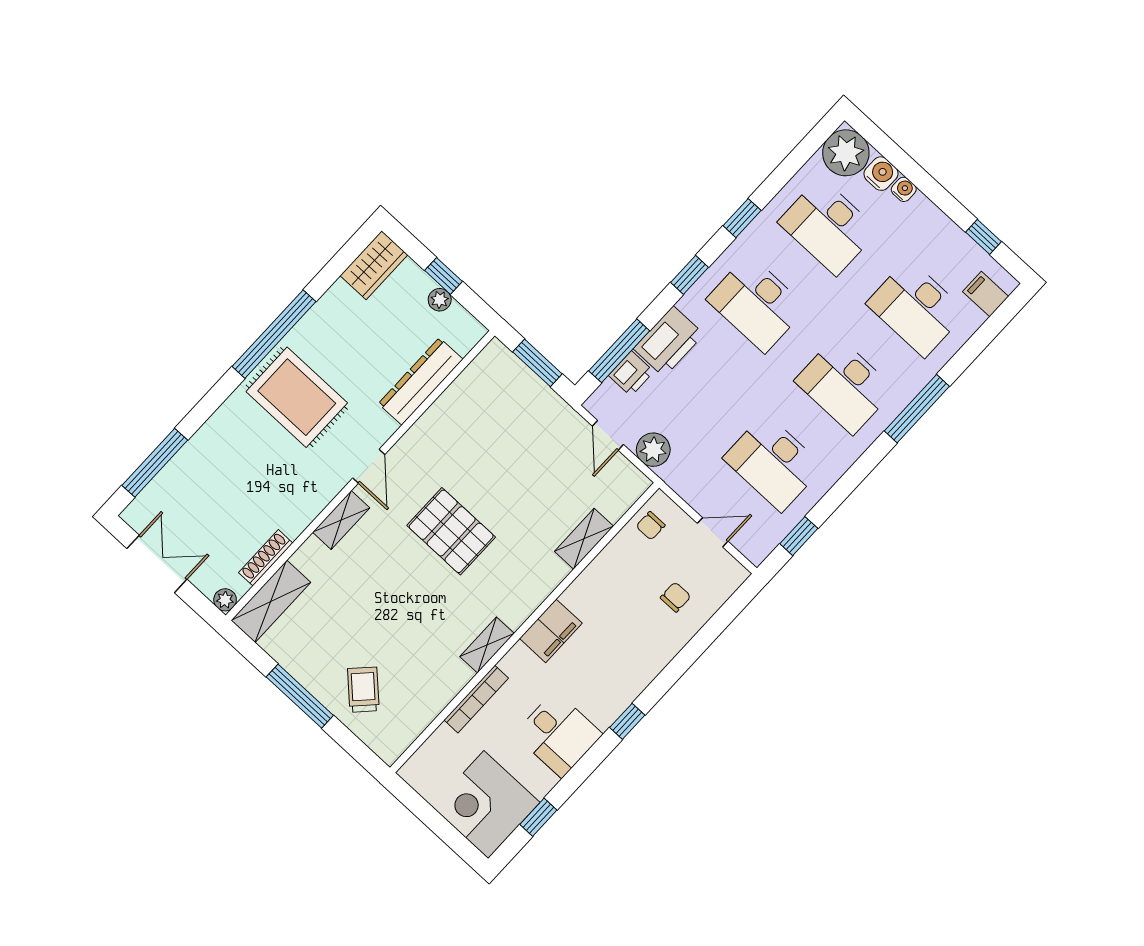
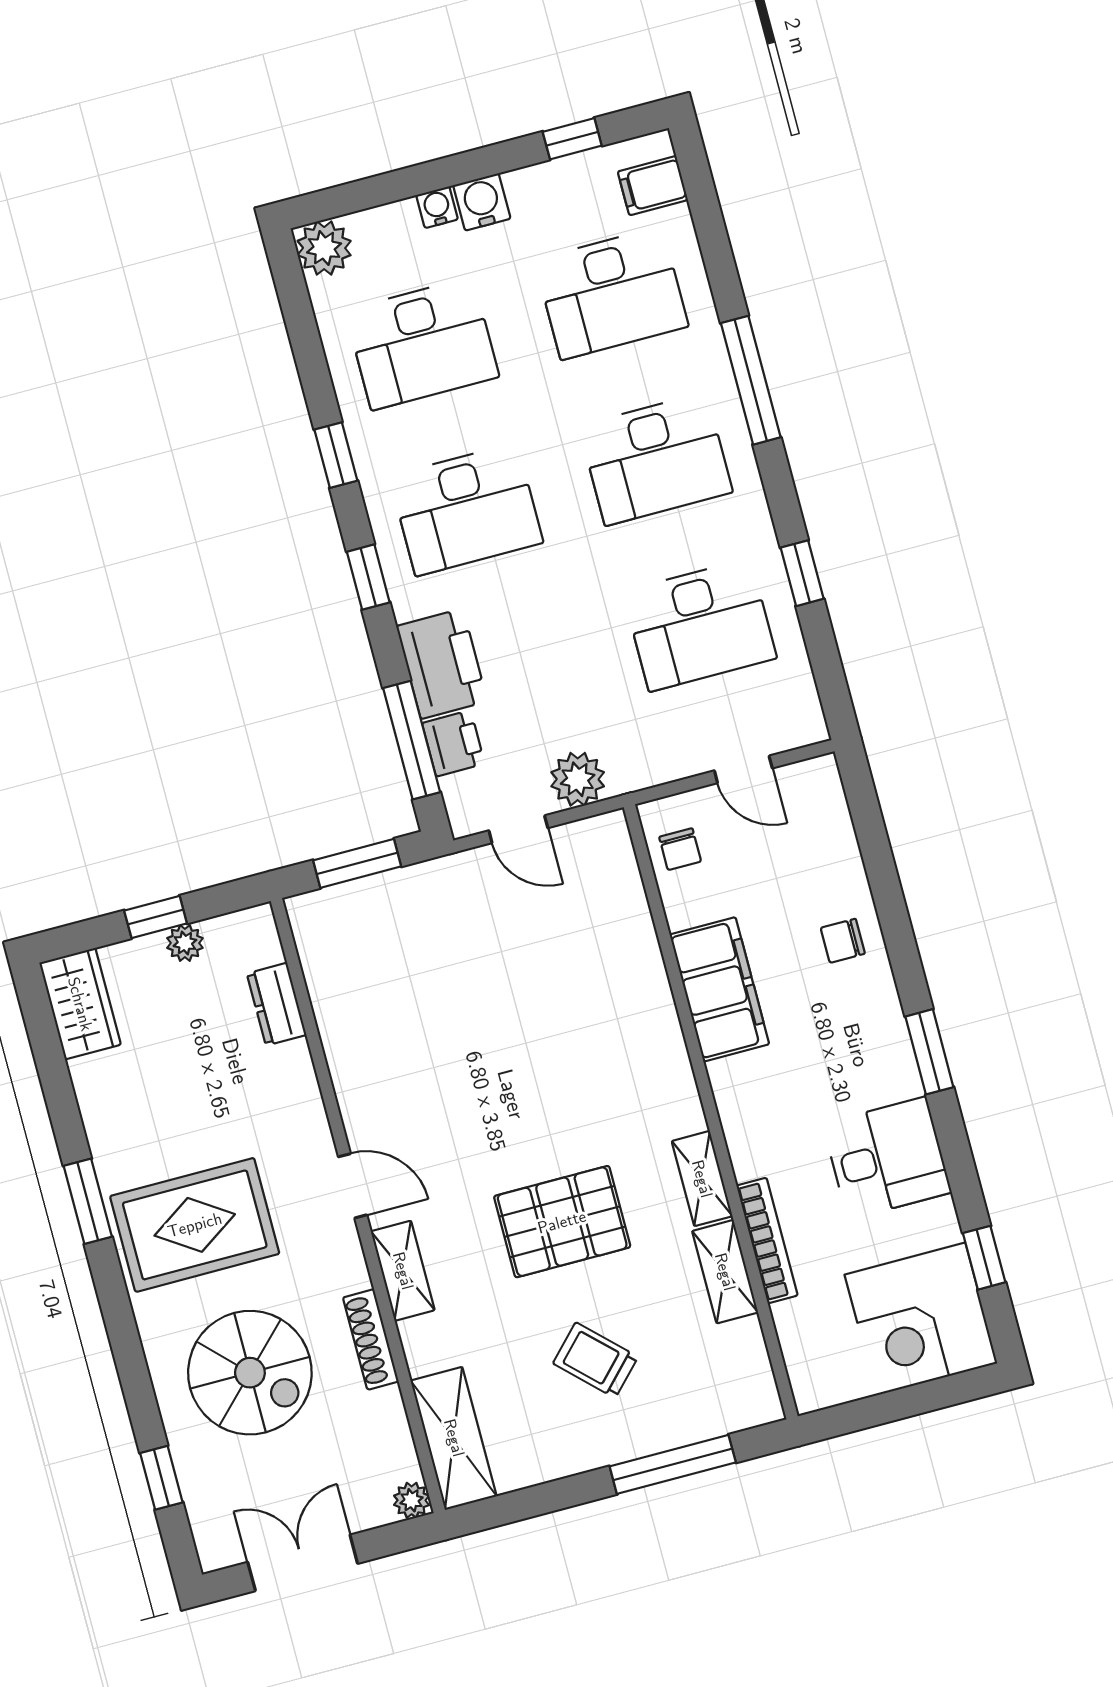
plant: (846, 153) -> (324, 248), width x0.73, depth x0.73
water cooler: (881, 174) -> (482, 202), moved
window: (274, 334) -> (88, 1201), width x0.47
dresser: (421, 381) -> (277, 1004), width x0.51, depth x0.80
window: (155, 463) -> (161, 1478), width x0.46
spiral stairs: (238, 474) -> (250, 1373), added
pallet: (451, 531) -> (562, 1222), moved
door: (713, 532) -> (743, 769), swing flipped
window: (799, 536) -> (802, 573), moved
shelving: (584, 539) -> (725, 1272), moved
shoe rack: (266, 558) -> (371, 1339), moved
chair: (676, 597) -> (843, 941), moved, turned -90
filing cabinet: (551, 631) -> (719, 989), moved, width x1.50, depth x1.17
trolley: (363, 690) -> (596, 1360), moved
window: (300, 696) -> (673, 1464), moved
window: (627, 721) -> (929, 1052), width x1.50

